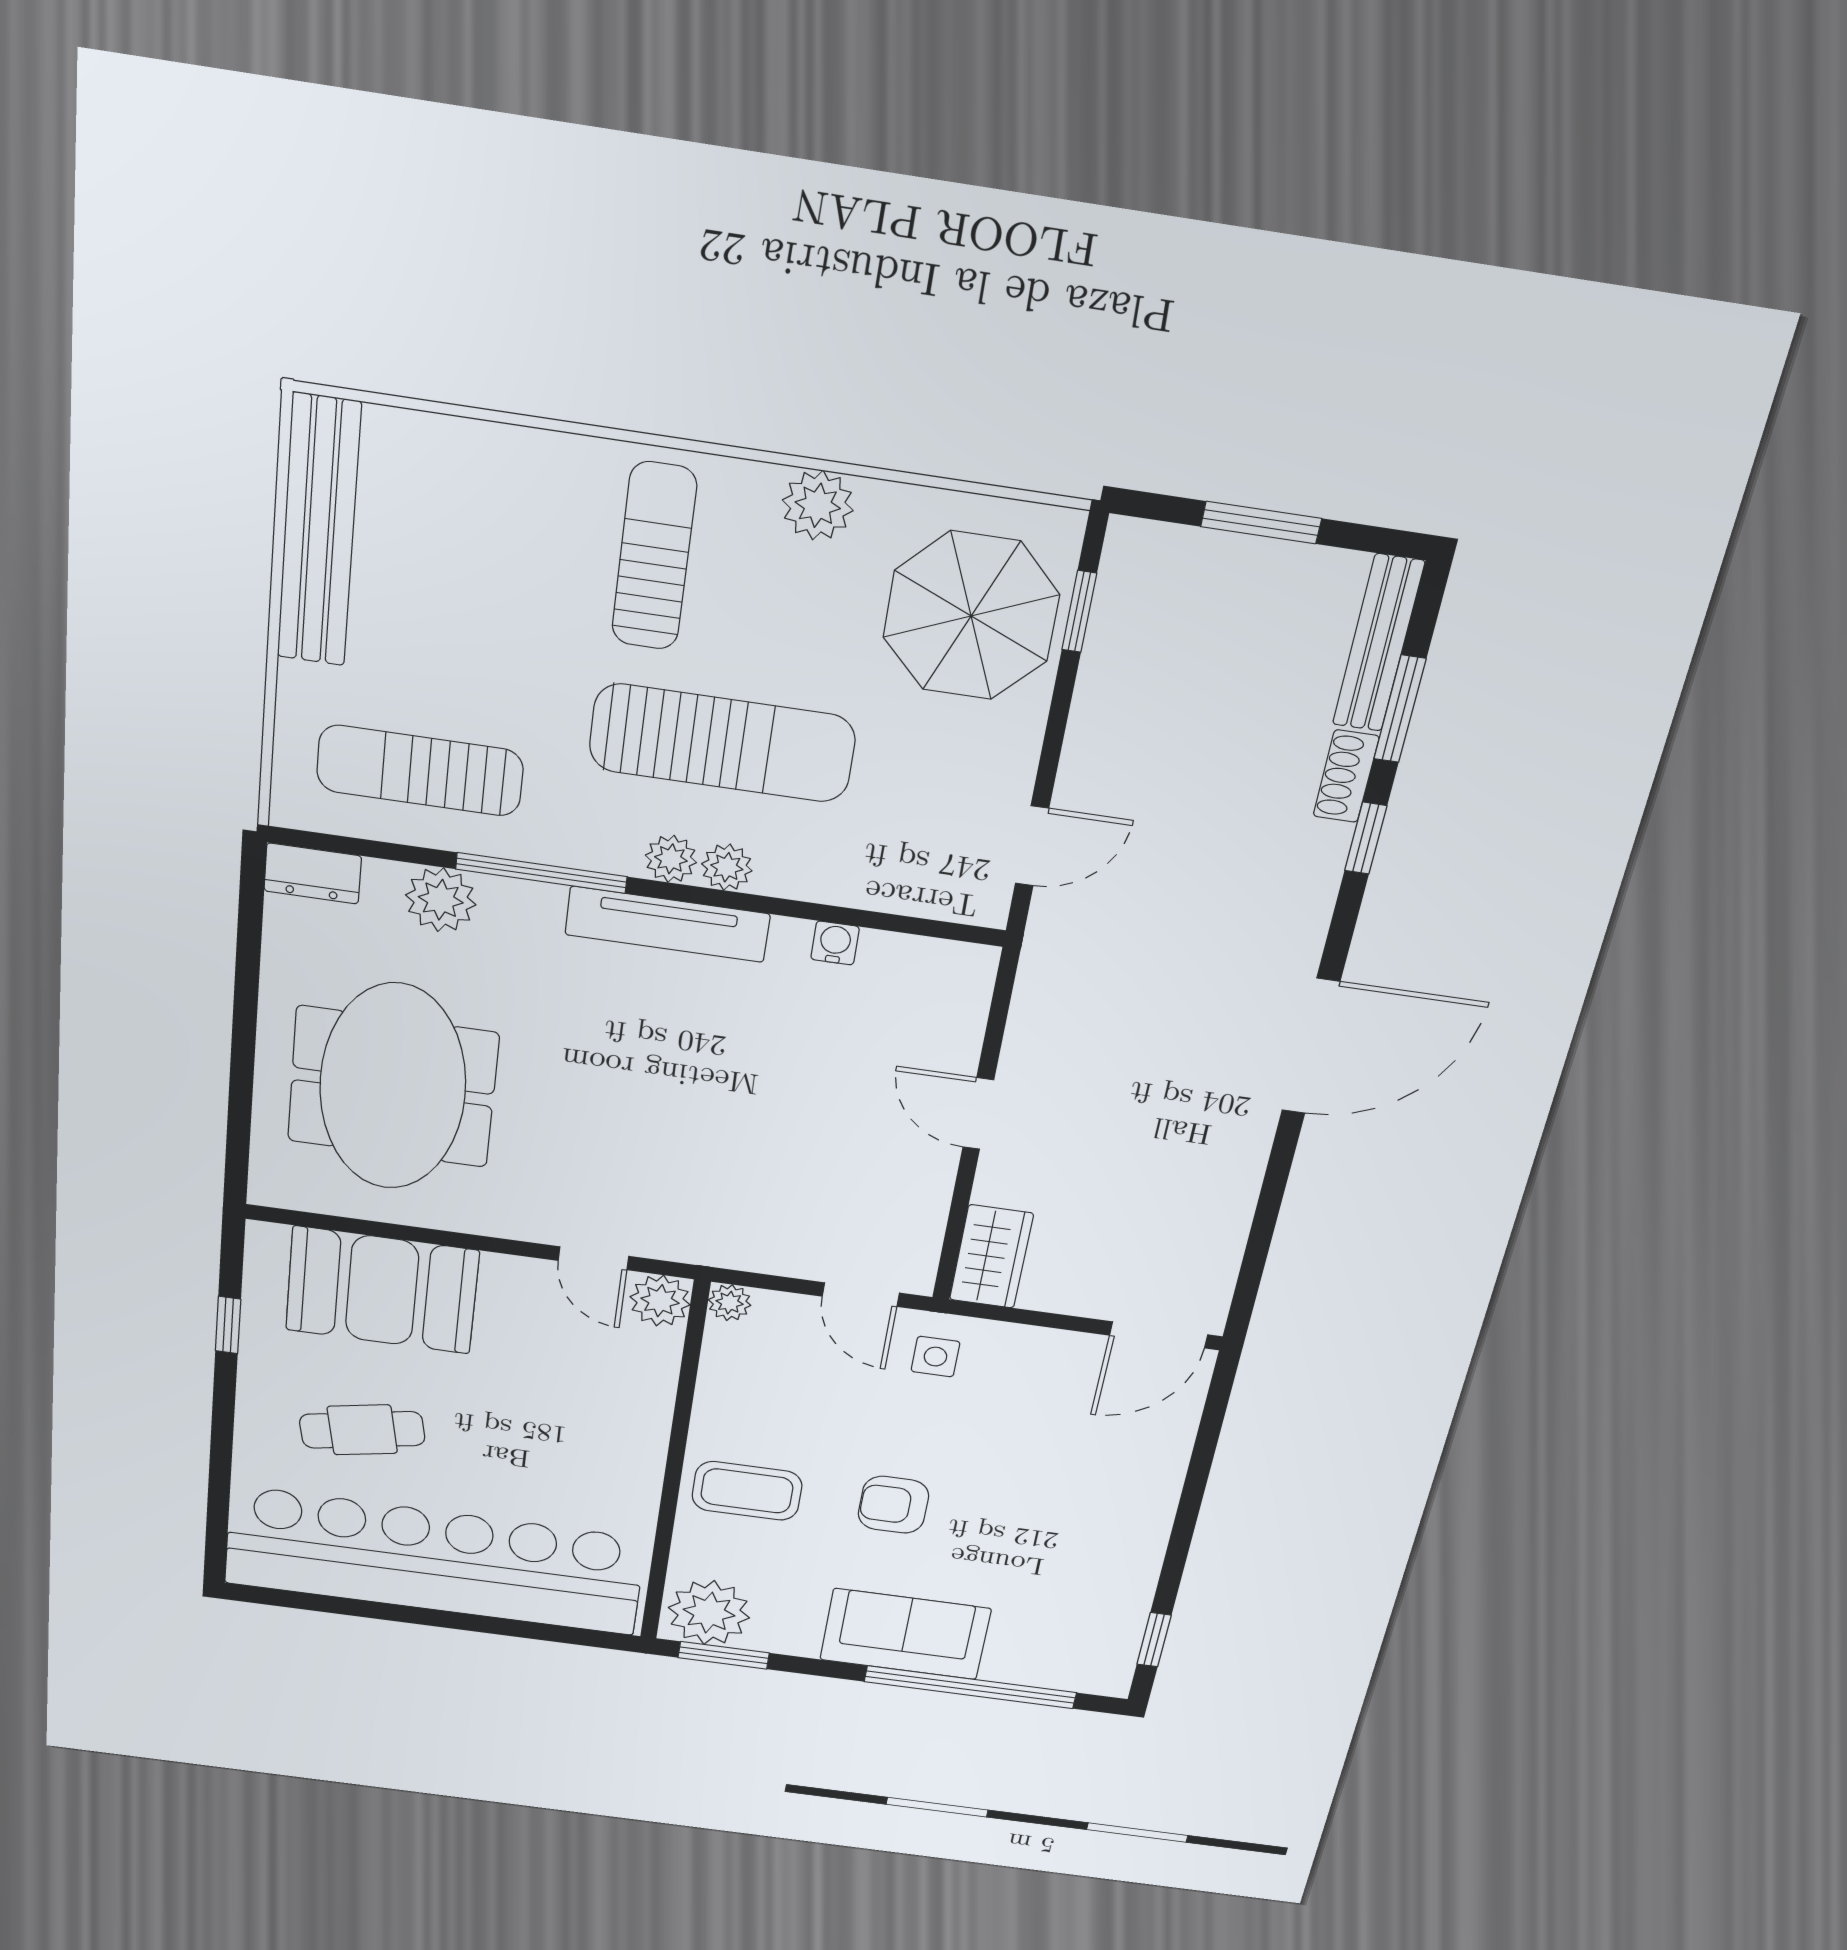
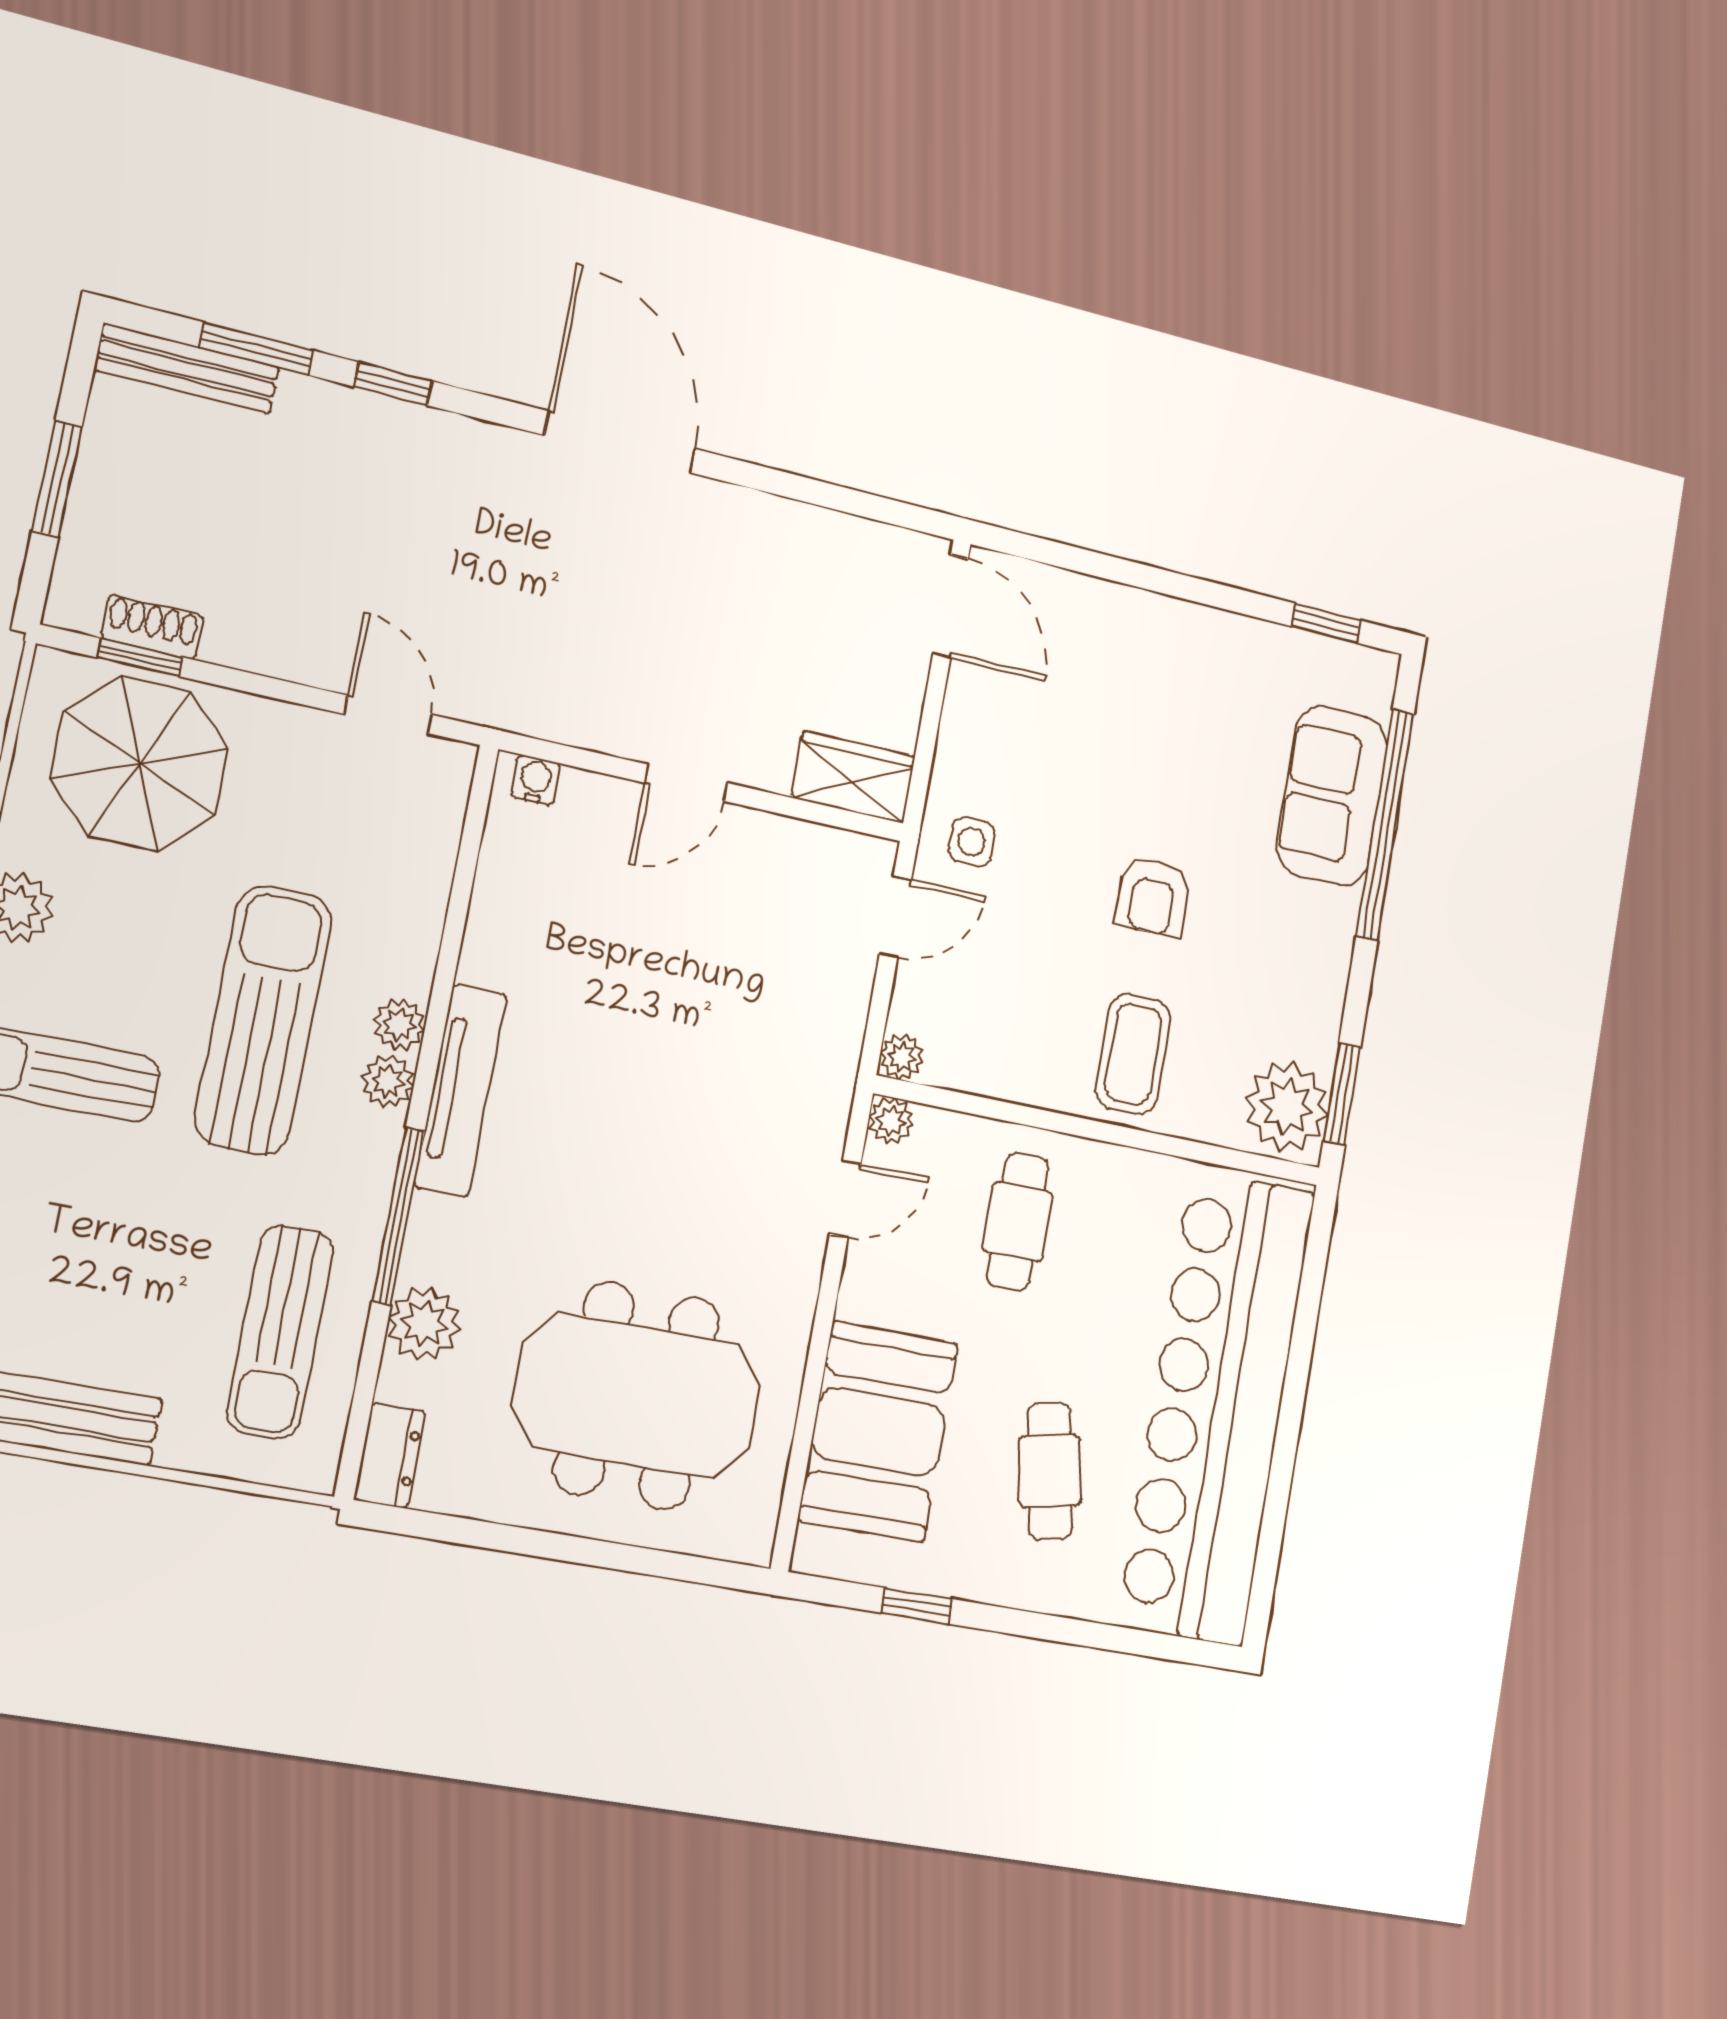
shoe rack: (1346, 776) -> (152, 627), moved, turned 180
water cooler: (835, 943) -> (536, 780), moved, turned 90
plant: (660, 1301) -> (891, 1121), width x0.73, depth x0.73
cafe table: (585, 1400) -> (1018, 1222), added
sofa: (905, 1634) -> (1332, 796), moved

